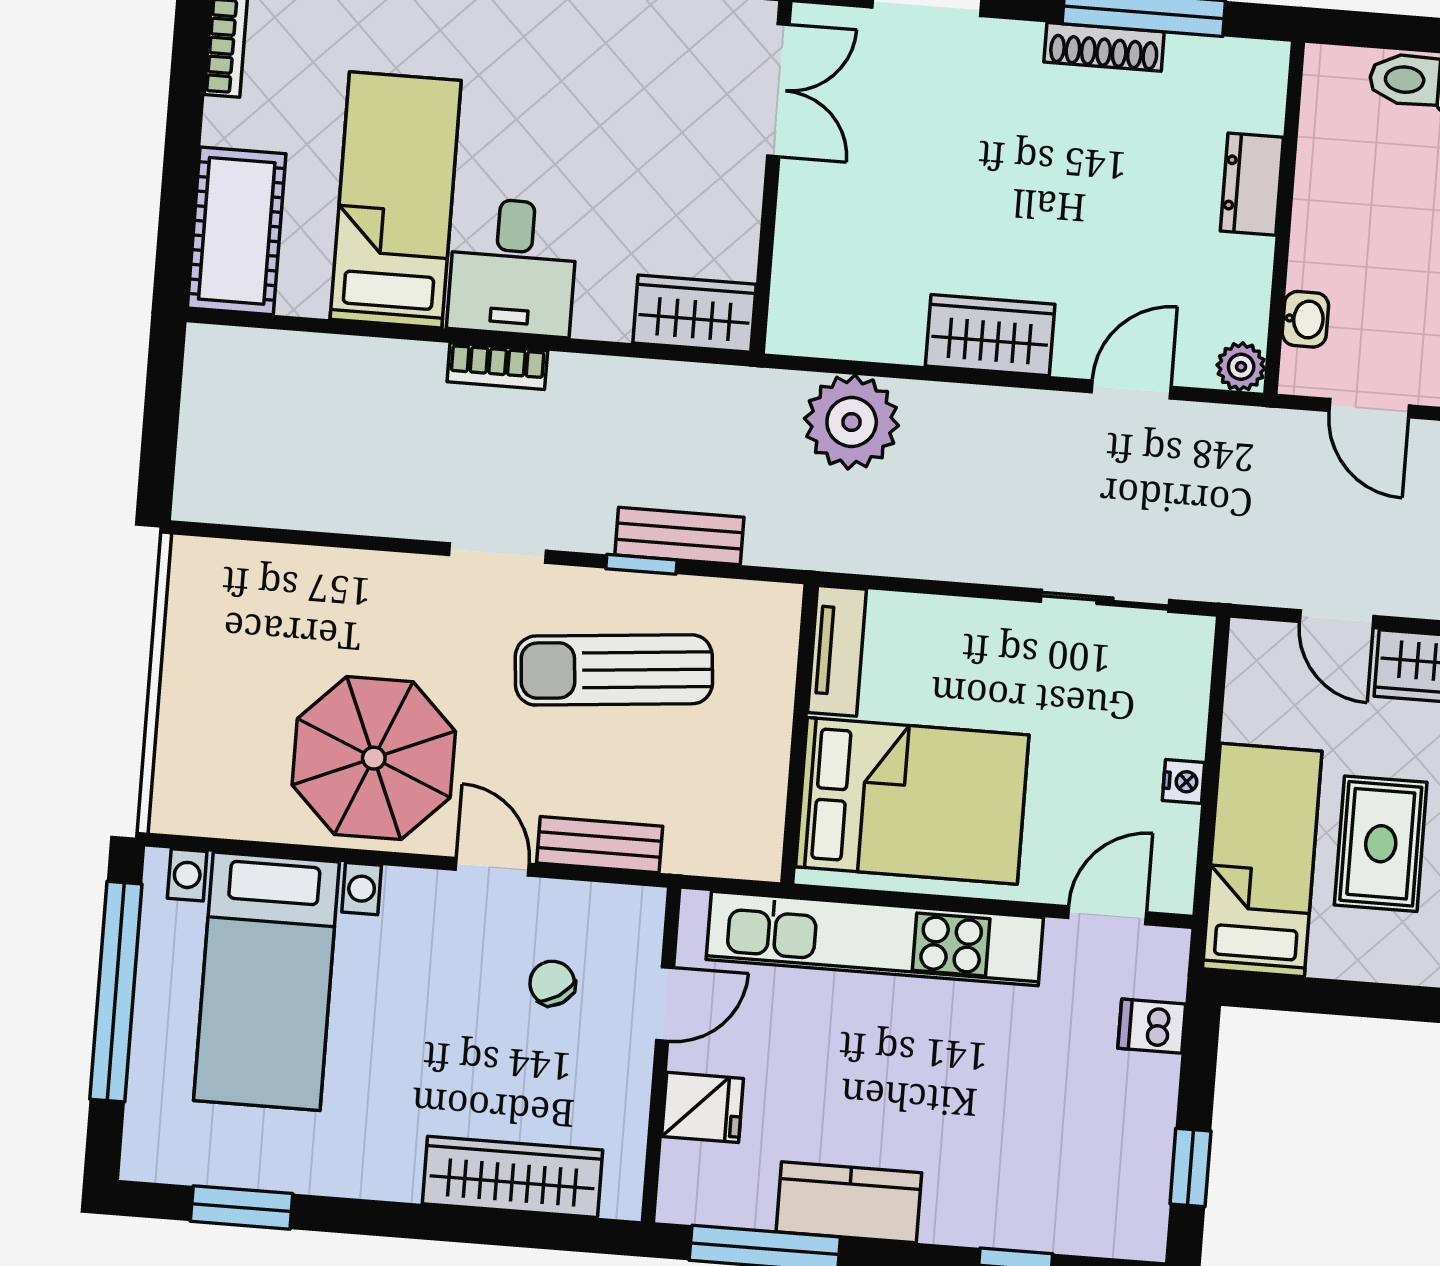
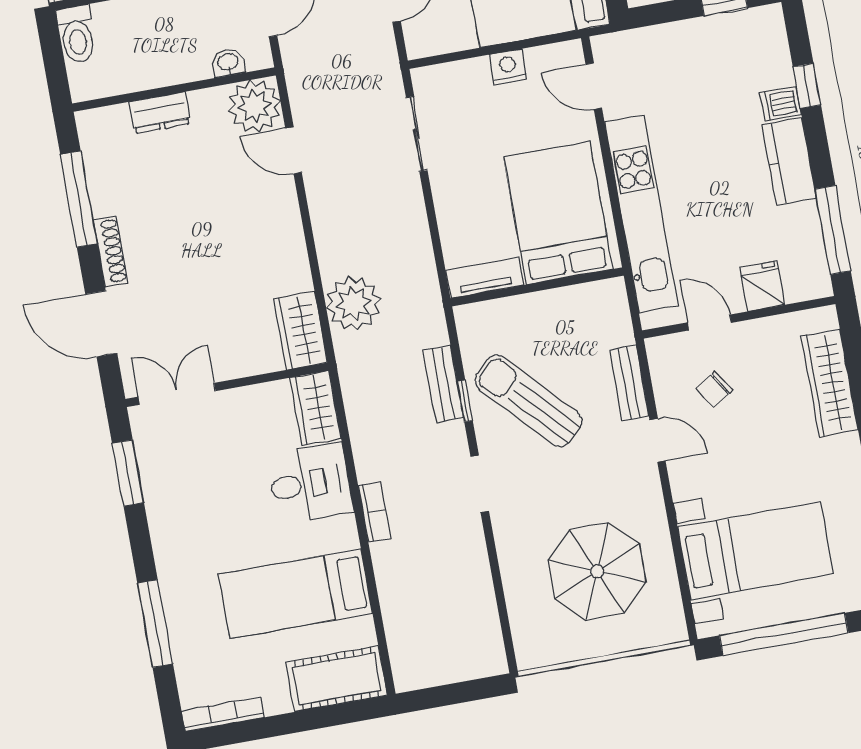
shoe rack: (1104, 47) -> (111, 251), moved
desk: (513, 267) -> (310, 483), moved
wardrobe: (990, 335) -> (300, 331), moved
plant: (1241, 367) -> (255, 106), width x1.87, depth x1.87
sun lounger: (614, 670) -> (528, 401), turned 142
parasol: (374, 758) -> (597, 571), moved
nightstand: (1183, 781) -> (508, 67), width x1.39, depth x1.35
door: (492, 867) -> (658, 440), swing flipped
dishwasher: (1152, 1026) -> (781, 104), moved, turned 90
kitchen counter: (849, 1202) -> (789, 161), moved

